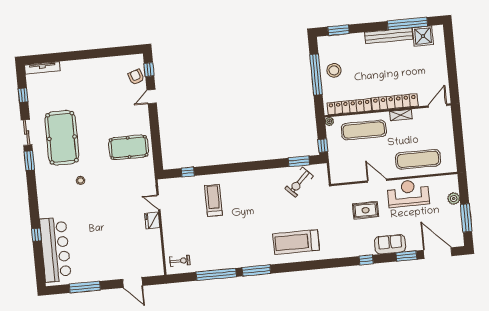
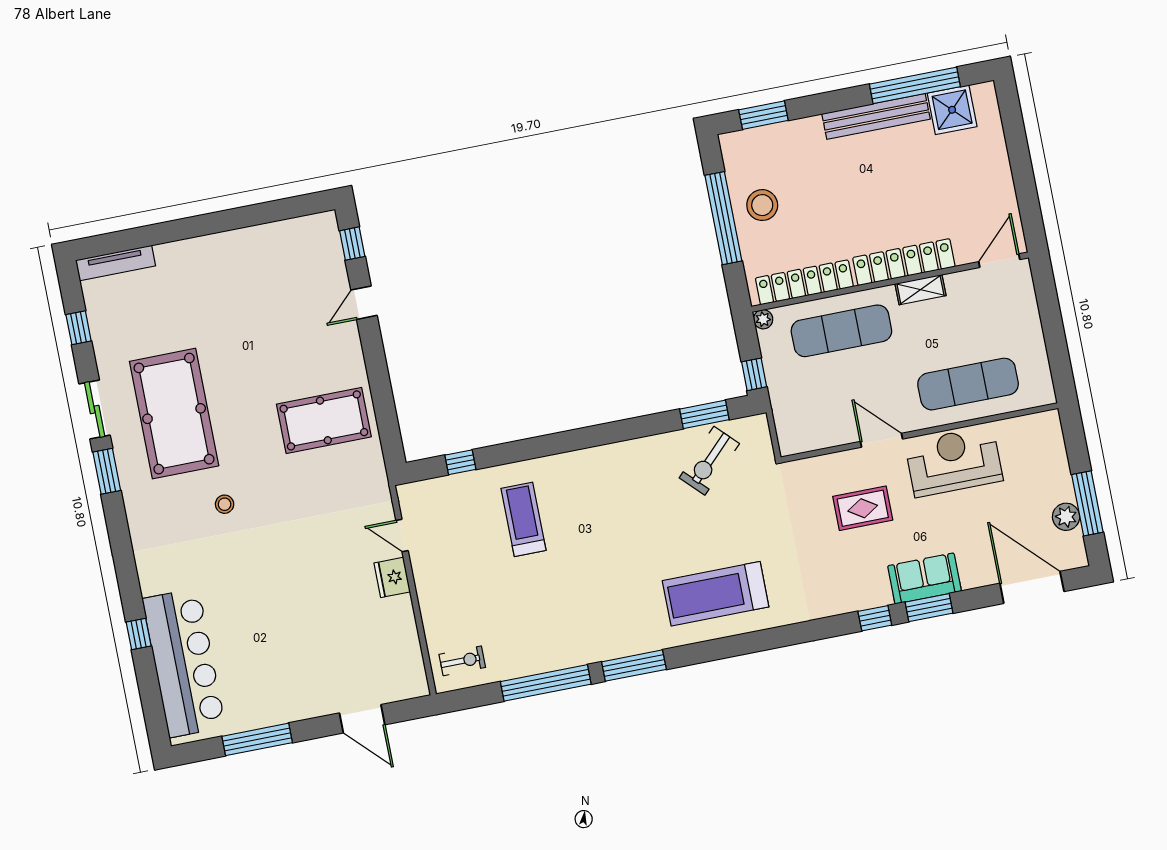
armchair: (136, 77) -> (325, 263), removed
plant: (454, 199) -> (1066, 517), moved
window: (406, 256) -> (929, 608), moved

